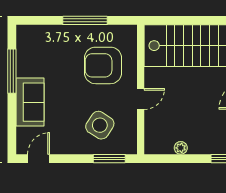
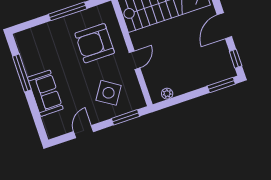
plant: (181, 148) -> (167, 94), moved
door: (39, 159) -> (84, 132), moved

